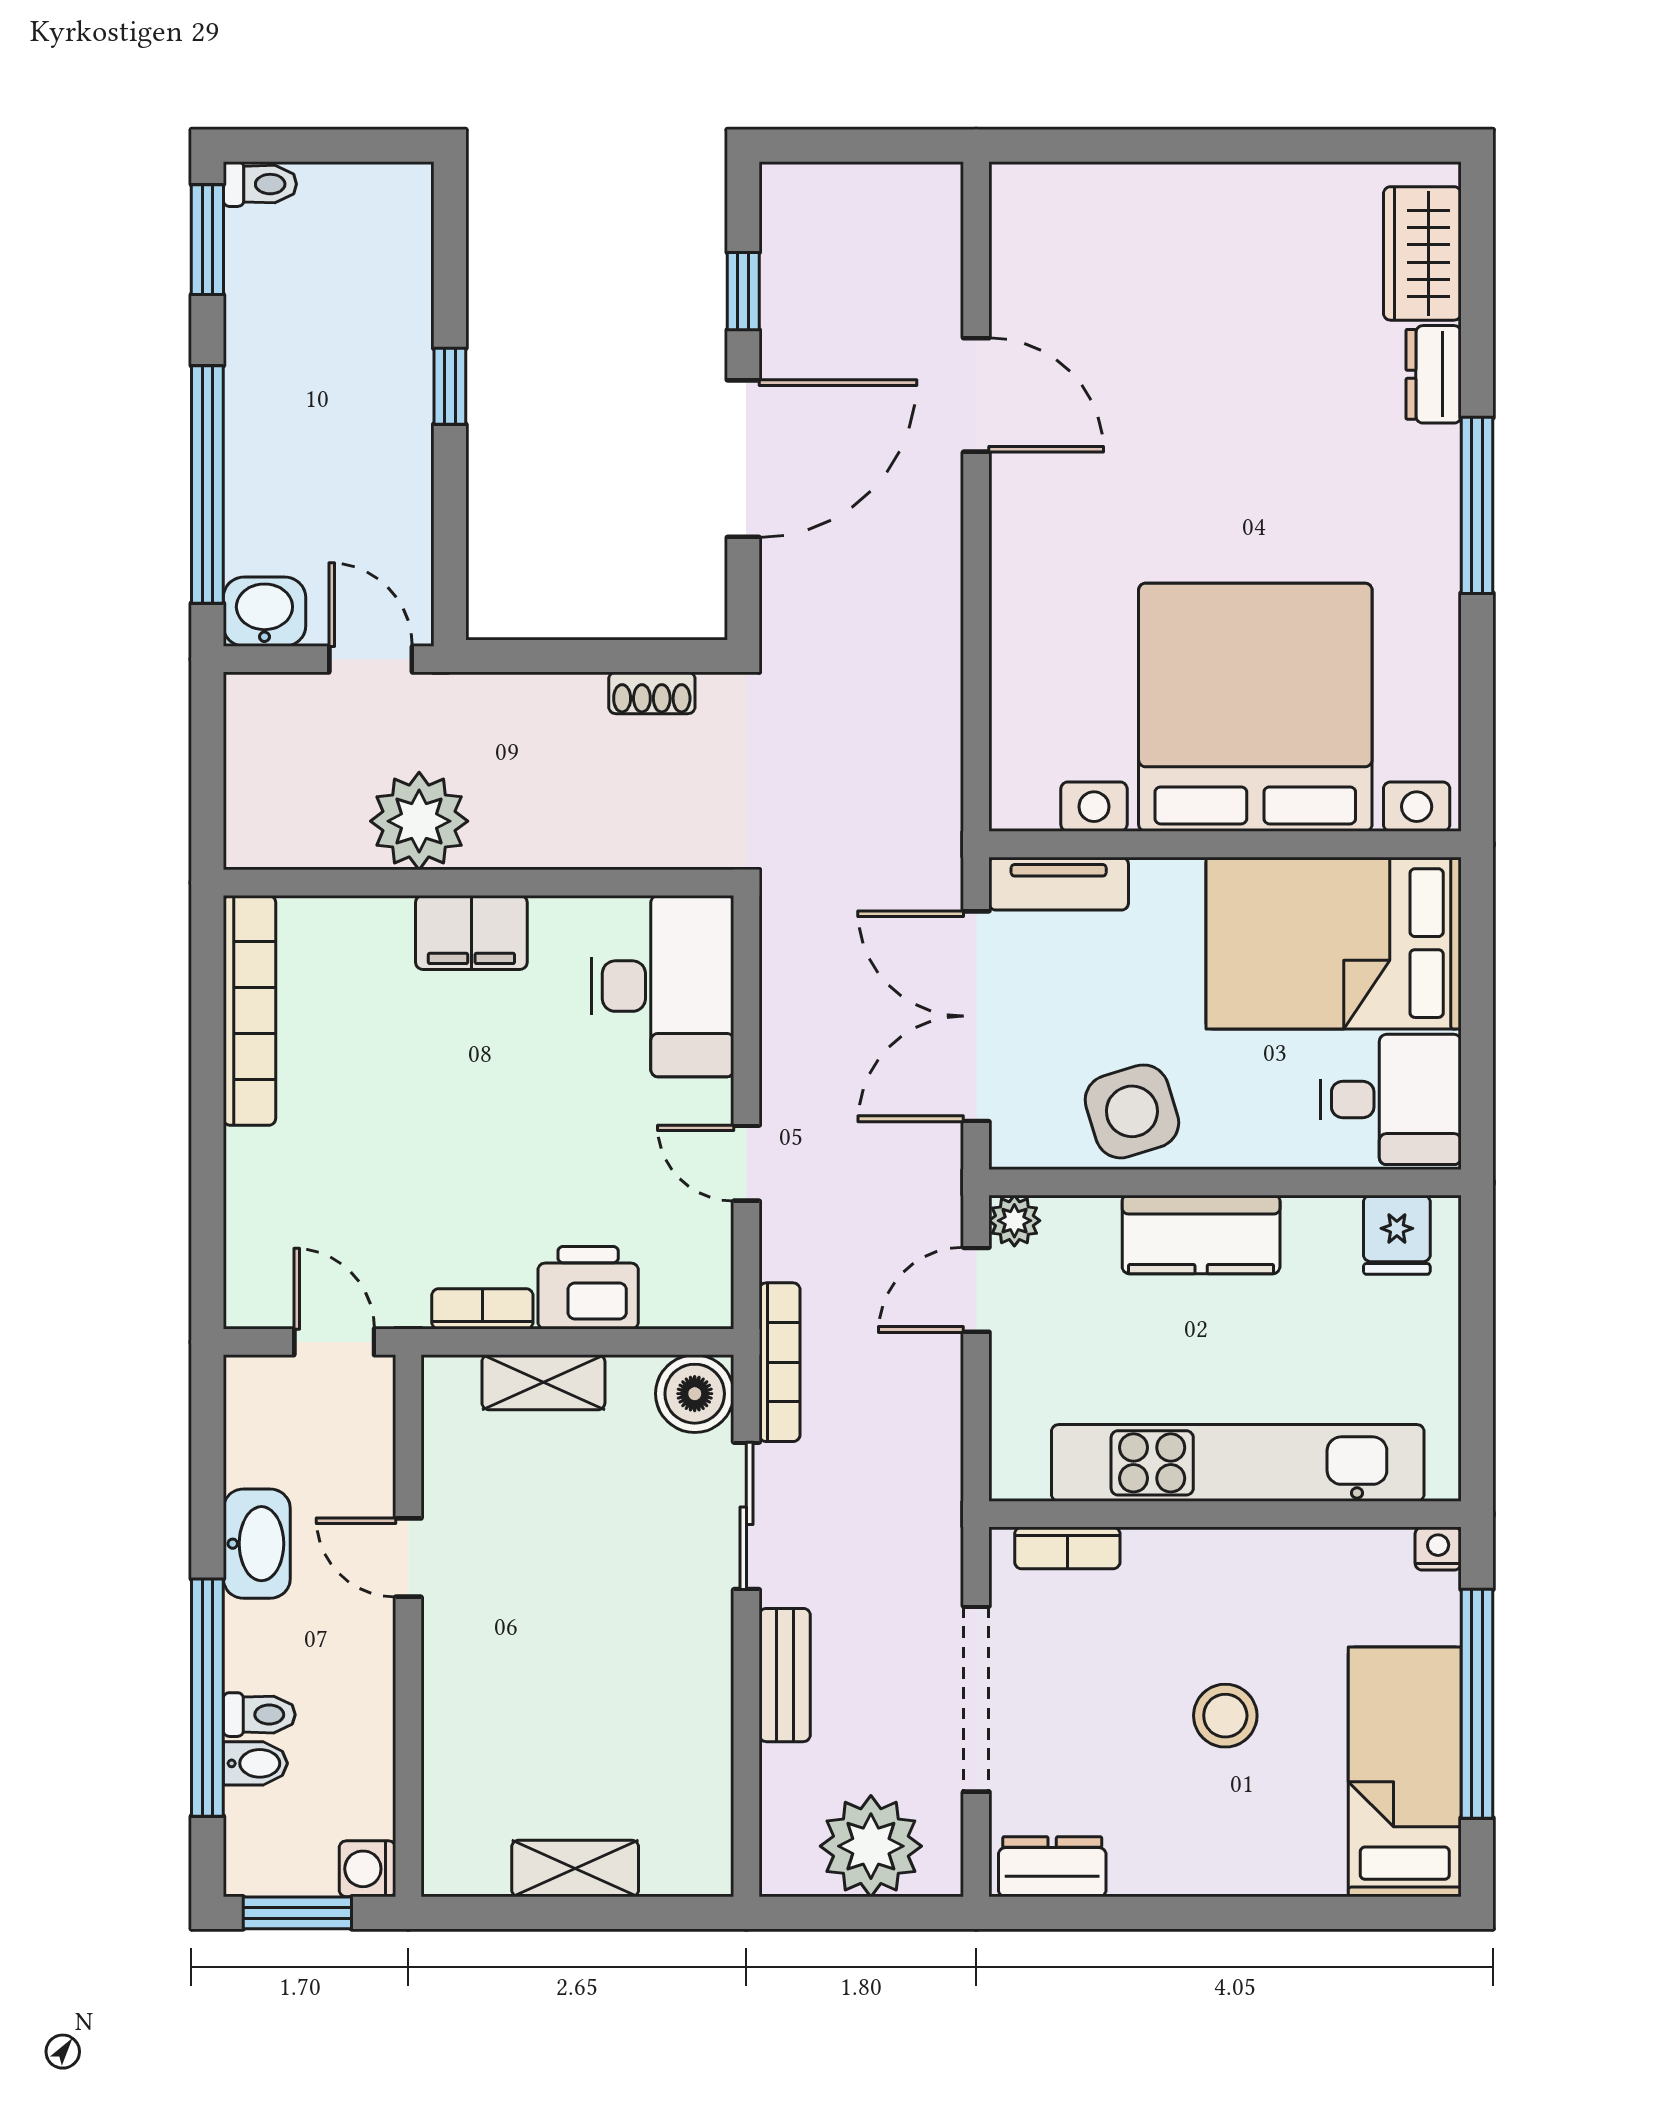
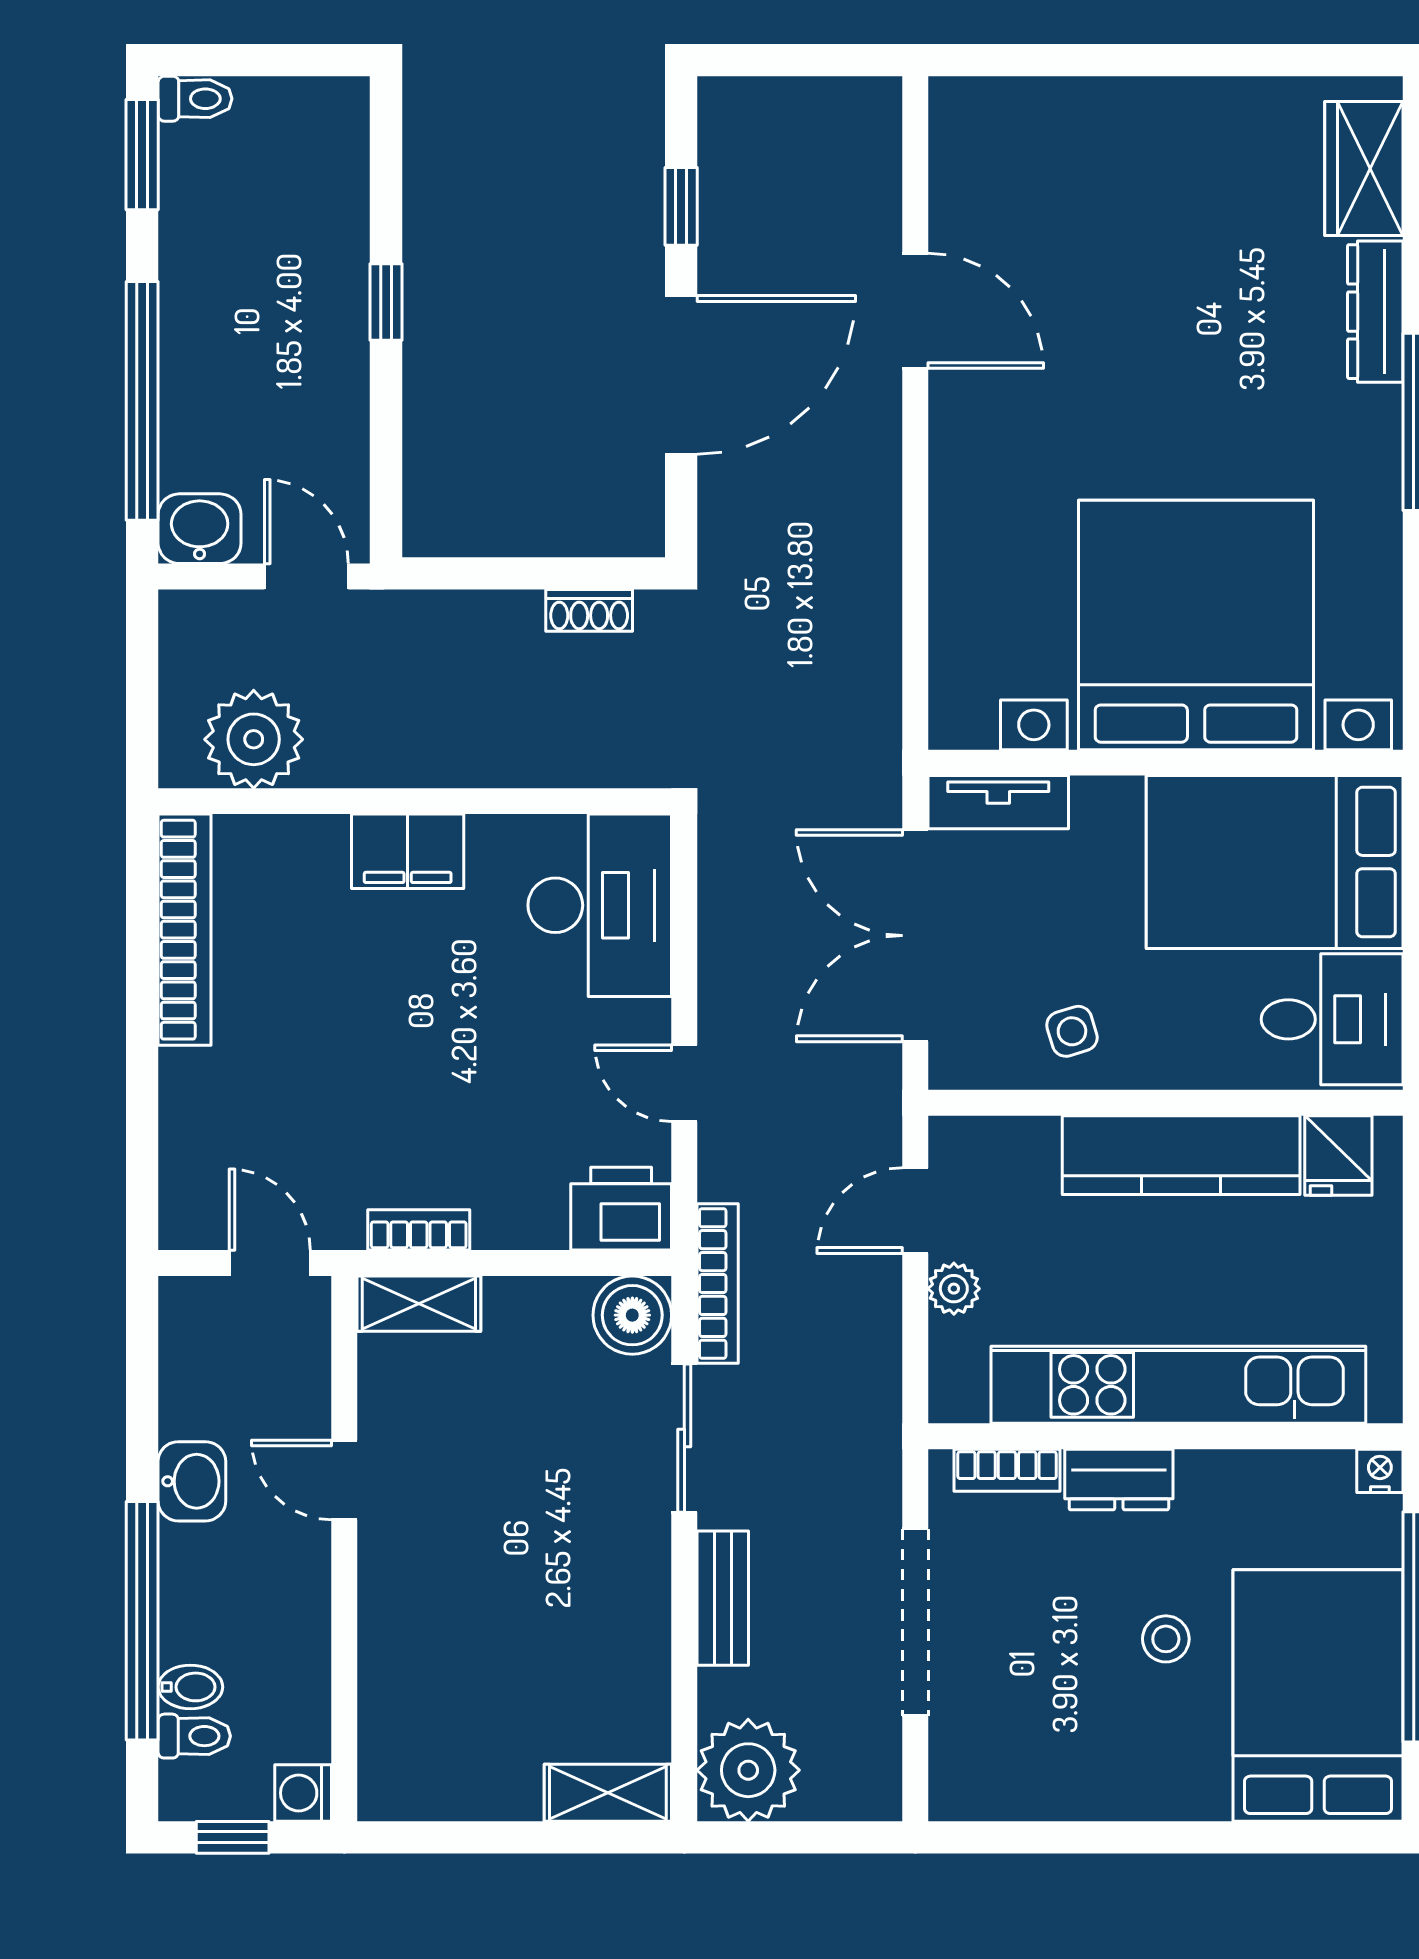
dresser: (1434, 374) -> (1375, 312), width x1.44
plant: (419, 821) -> (254, 739), moved
side table: (1132, 1111) -> (1072, 1031), width x0.54, depth x0.54
plant: (1014, 1221) -> (954, 1289), moved
kitchen counter: (1201, 1234) -> (1181, 1155), width x1.50
printer: (588, 1288) -> (621, 1209), moved
shelving: (543, 1382) -> (419, 1304), moved
washbasin: (257, 1544) -> (192, 1481), width x0.72
toilet: (259, 1715) -> (194, 1736), moved
stool: (1225, 1716) -> (1166, 1639), width x0.73, depth x0.73
bed: (1405, 1772) -> (1318, 1696), width x1.50
plant: (871, 1846) -> (748, 1770), moved
dresser: (1052, 1867) -> (1119, 1479), moved, turned 180
shelving: (575, 1868) -> (608, 1793), moved
window: (297, 1913) -> (233, 1837), width x0.67

